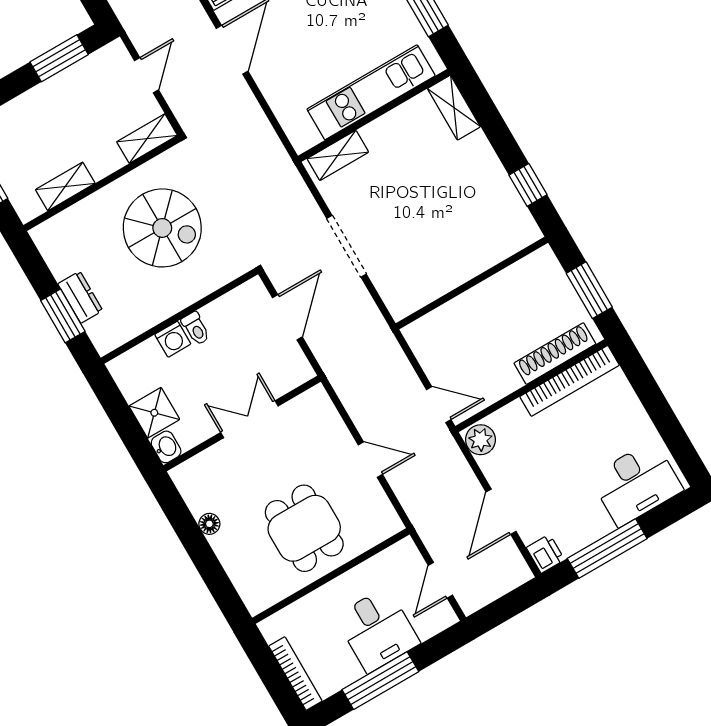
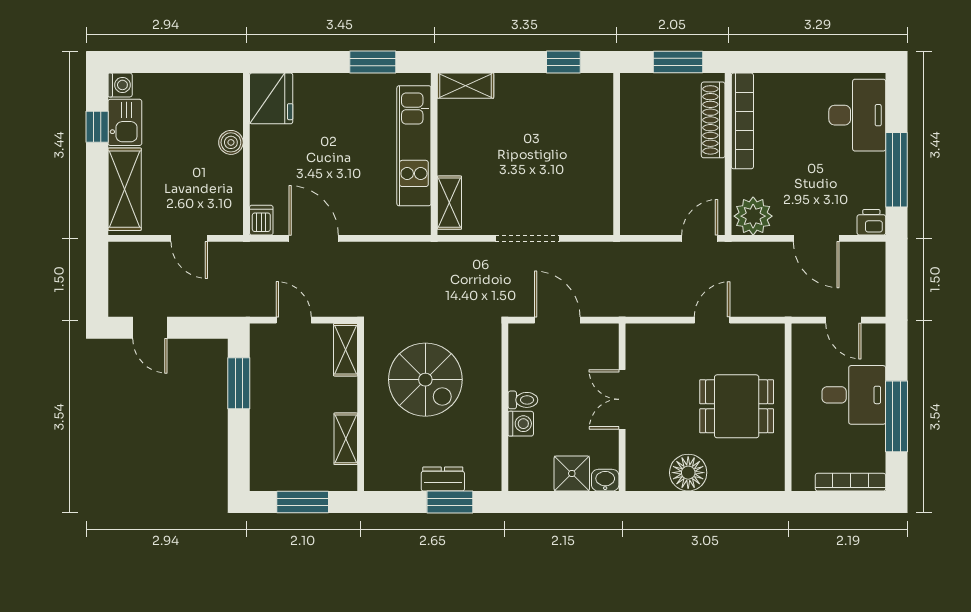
spiral stairs: (162, 228) -> (425, 380), turned 90
plant: (480, 440) -> (753, 216), width x1.36, depth x1.36
floor lamp: (209, 524) -> (688, 473), width x1.89, depth x1.89

